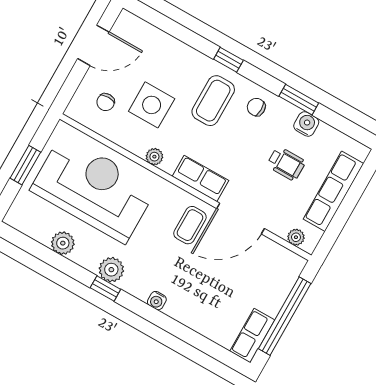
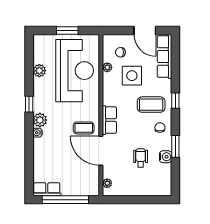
plant: (154, 157) -> (107, 67), moved
wheelchair: (286, 164) -> (141, 158), turned 180
row of seats: (333, 191) -> (165, 57), moved, turned -90
plant: (111, 270) -> (40, 120), moved

